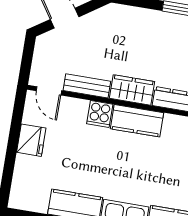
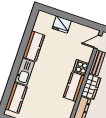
fridge: (31, 140) -> (62, 24), moved

